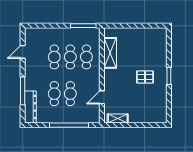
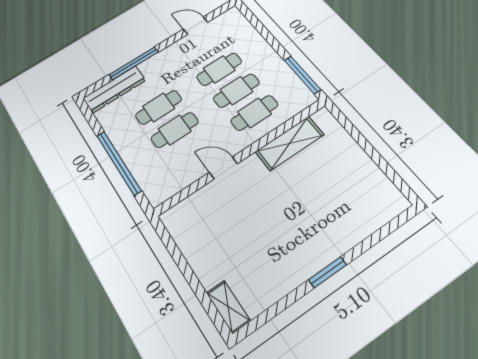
pallet: (145, 77) -> (292, 230), removed
door: (102, 97) -> (223, 168), moved
shelving: (118, 118) -> (228, 307), moved

